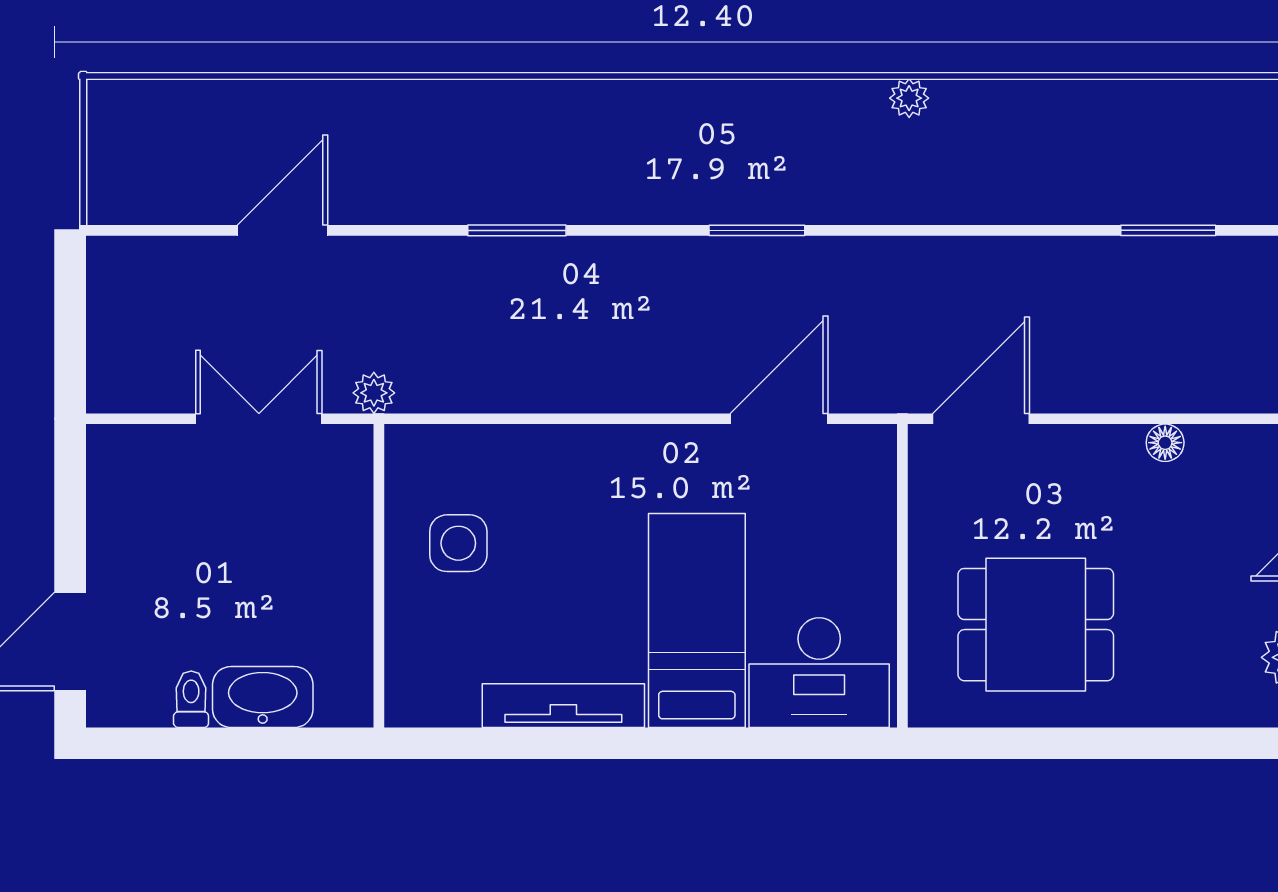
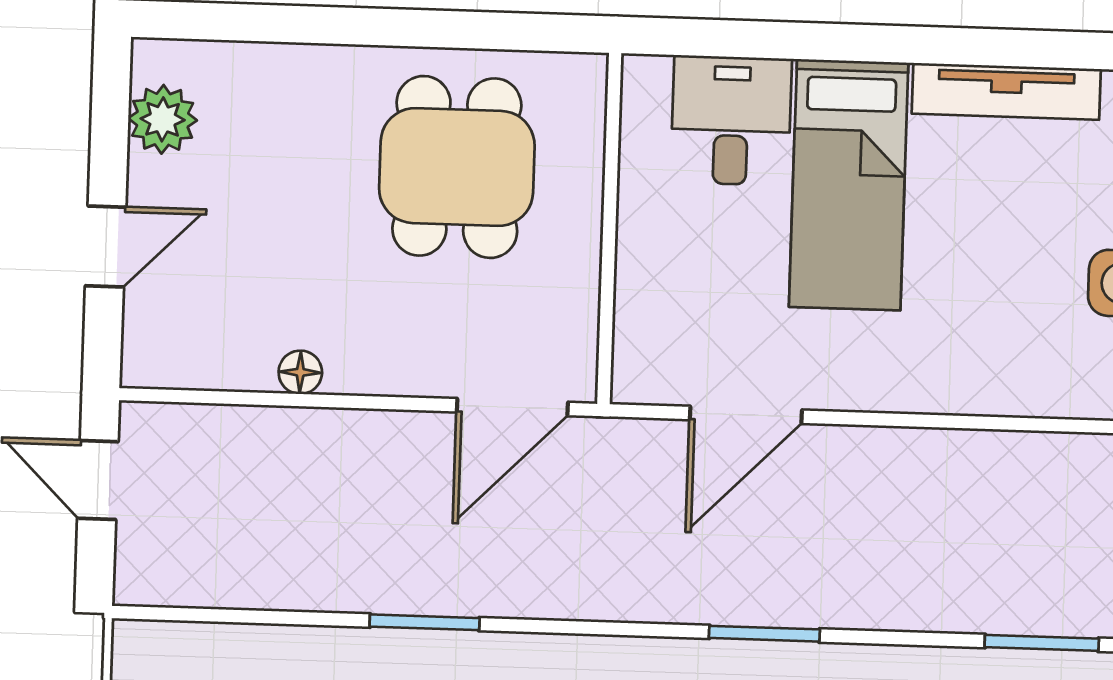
window: (1168, 230) -> (425, 622), moved
dining table: (1036, 625) -> (457, 167), turned 90
desk: (819, 673) -> (731, 120), width x0.73

